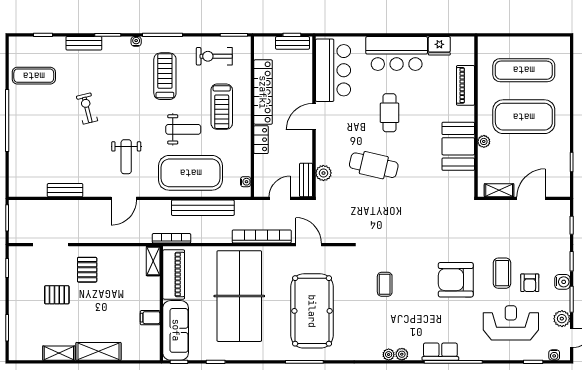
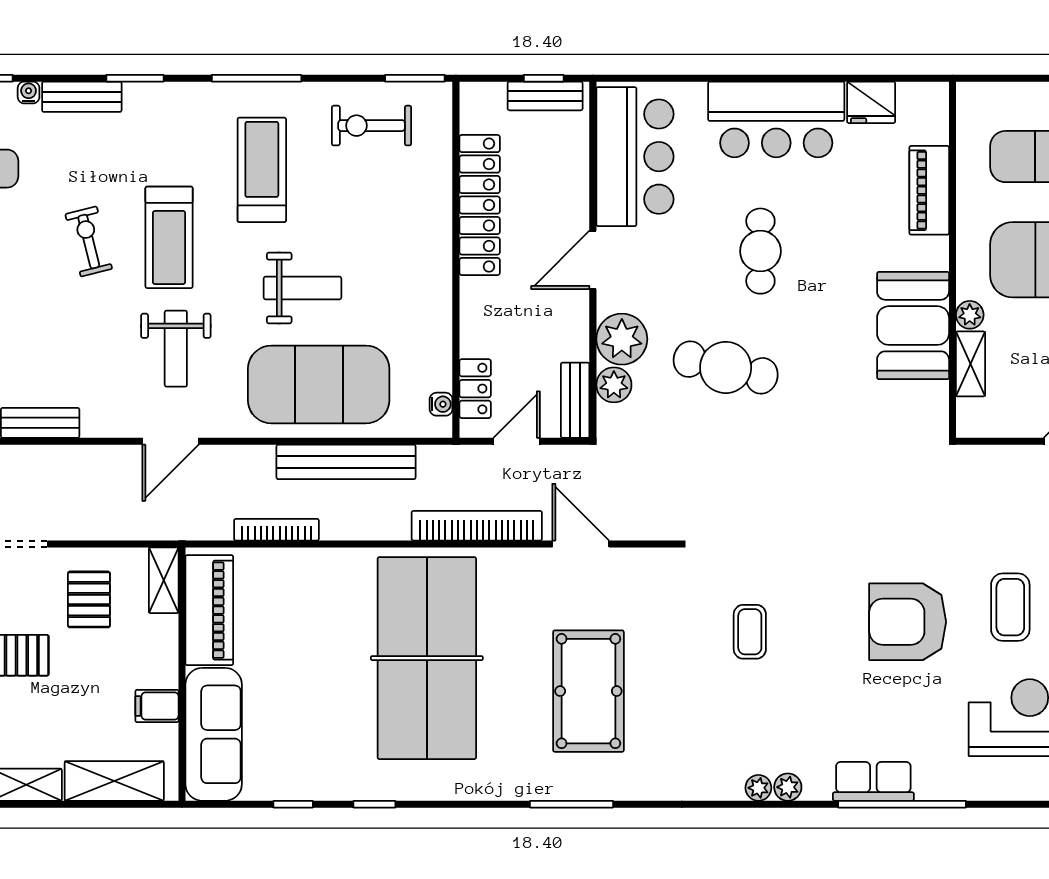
water cooler: (136, 41) -> (29, 93), moved
treadmill: (222, 107) -> (169, 237), moved
locker: (261, 140) -> (475, 389), moved
plant: (327, 152) -> (622, 339), added
shelving: (499, 190) -> (970, 364), moved, turned 90
shelving: (153, 261) -> (164, 580), moved
piano: (174, 274) -> (209, 610), moved
wall: (161, 303) -> (182, 674), moved
pool table: (312, 311) -> (588, 691), width x0.73, depth x0.76
filing cabinet: (150, 318) -> (157, 706), moved
sofa: (176, 330) -> (214, 734), moved

